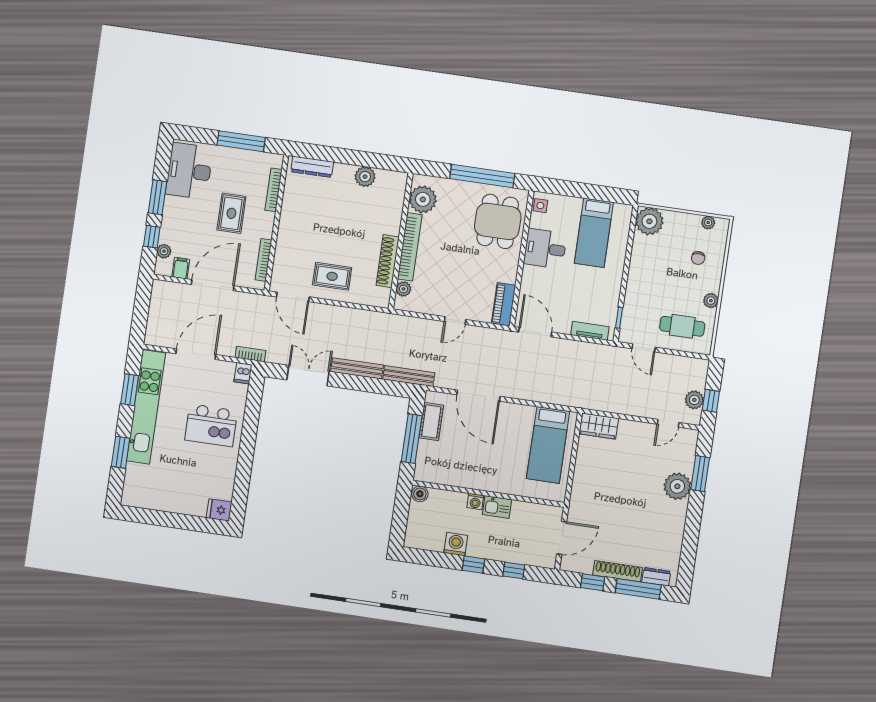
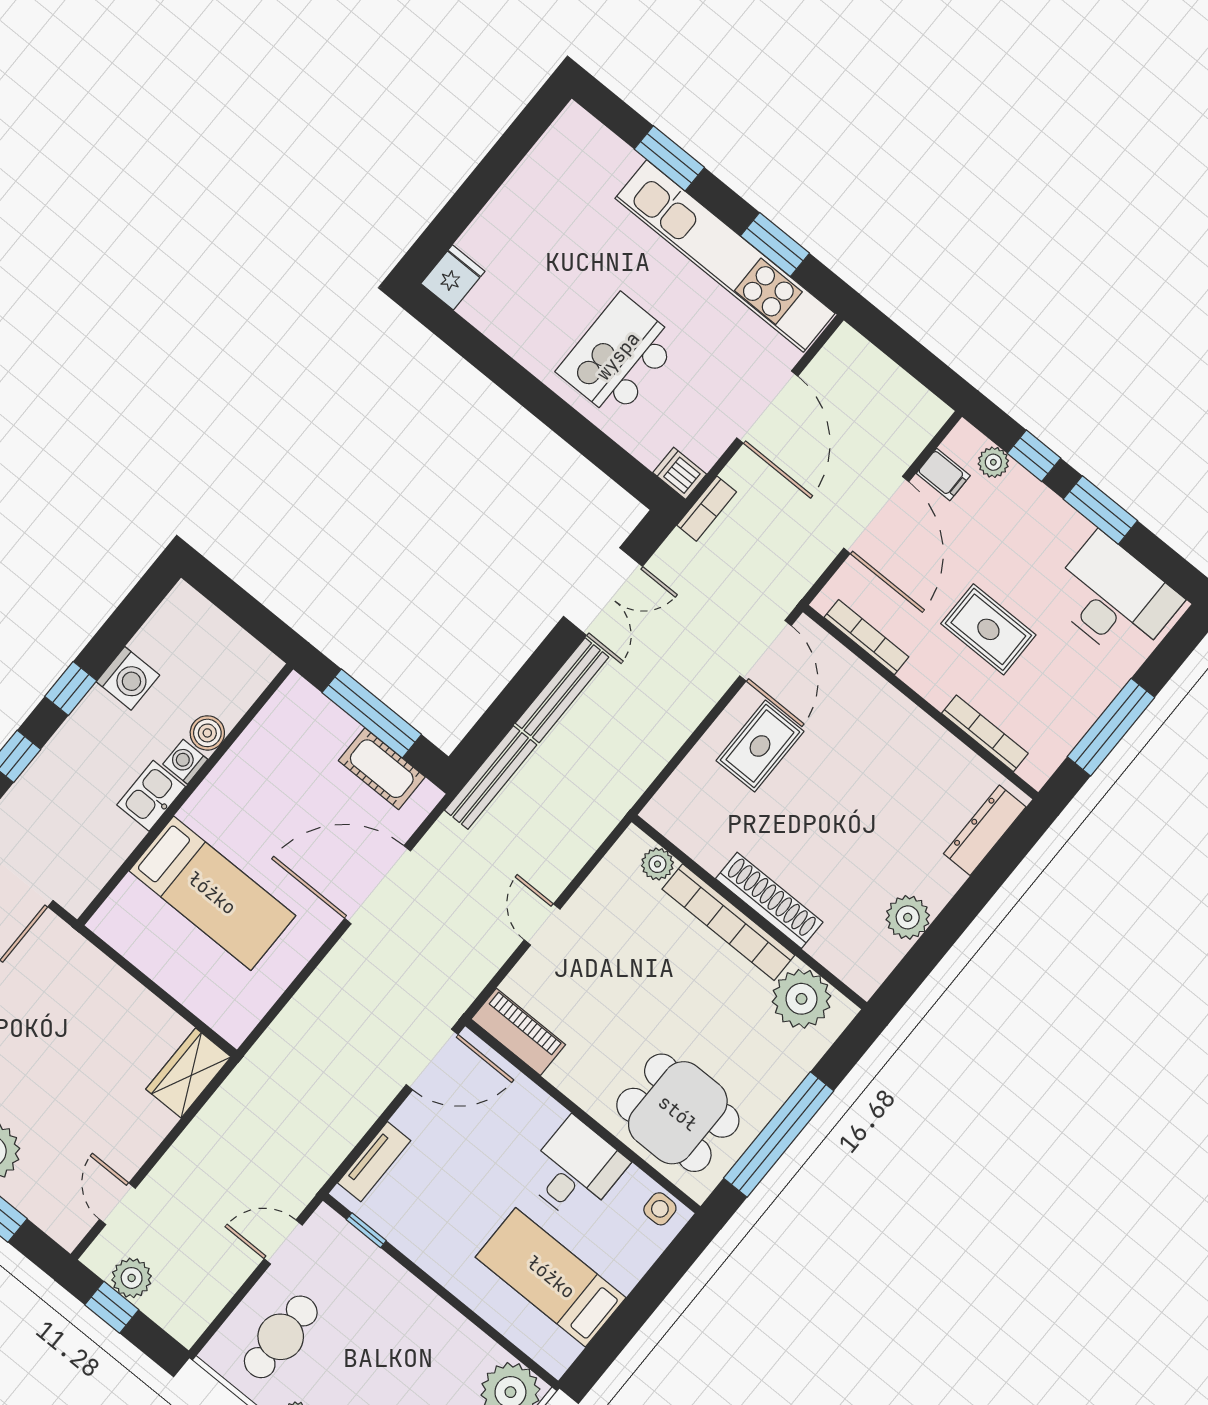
shoe rack: (388, 261) -> (769, 900), moved
door: (293, 297) -> (765, 651), swing flipped
bed: (548, 445) -> (212, 893), moved, turned 180
boiler: (420, 494) -> (207, 733), moved

